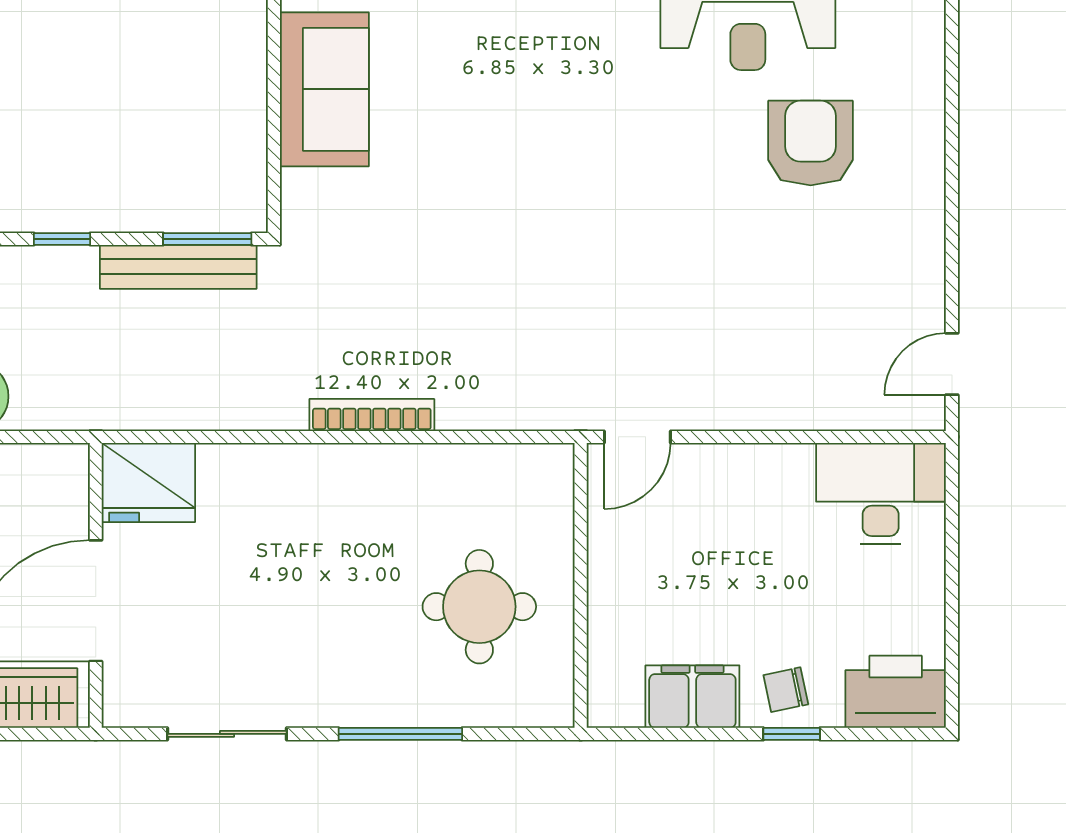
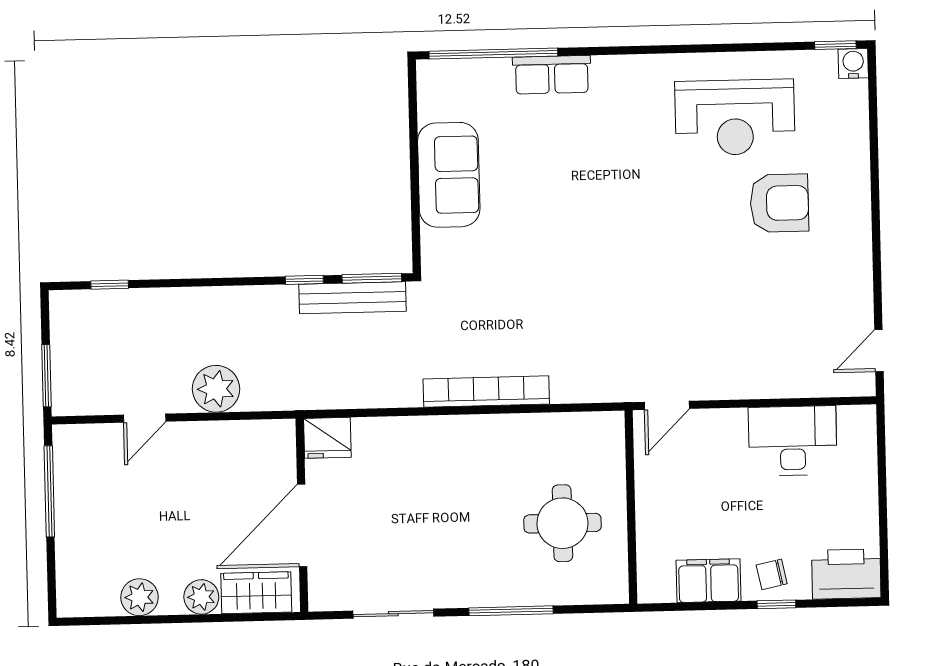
armchair: (811, 143) -> (779, 203), turned 90
window: (62, 239) -> (304, 280), moved
bookcase: (372, 415) -> (486, 392), width x1.48, depth x1.31
fridge: (148, 482) -> (327, 438), width x0.73, depth x0.75
desk: (881, 494) -> (793, 441), moved

